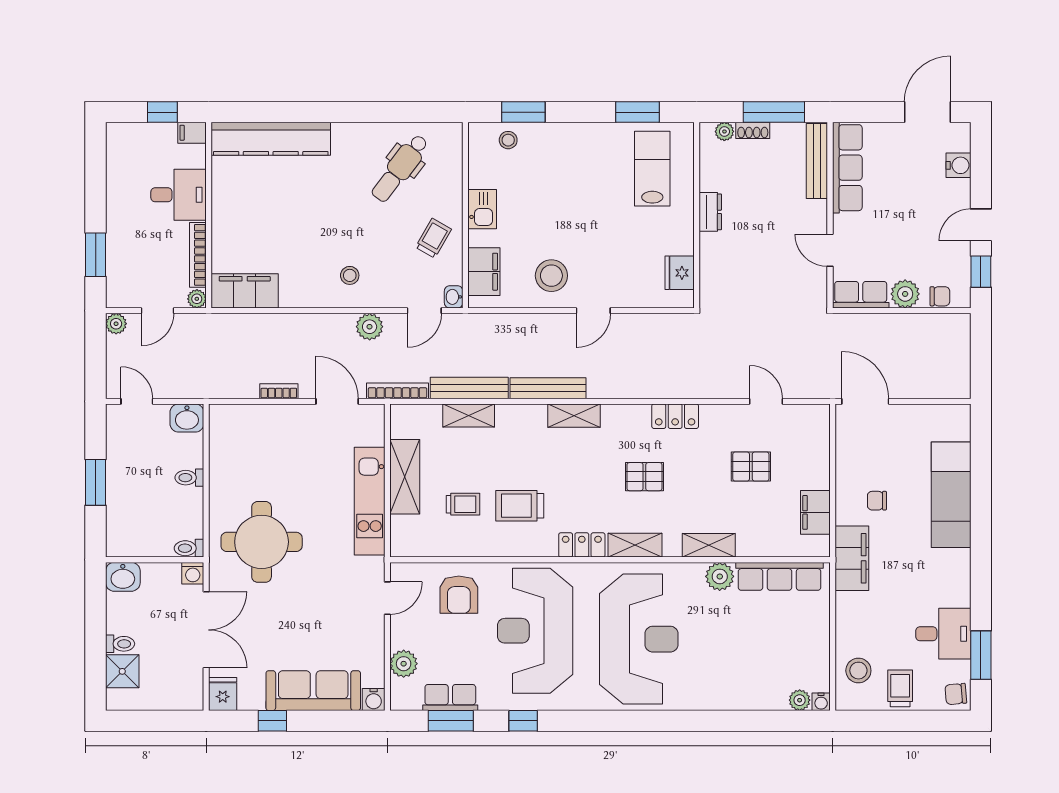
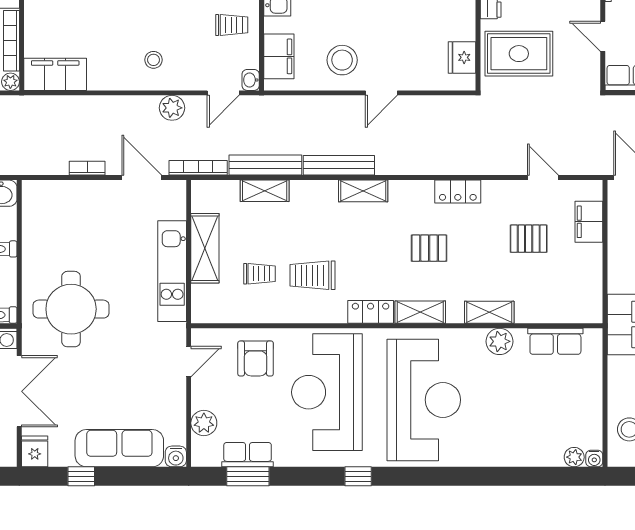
trolley: (433, 238) -> (232, 25), turned 60
rug: (740, 269) -> (519, 54), added
filing cabinet: (815, 512) -> (589, 222), moved
row of seats: (780, 576) -> (555, 341), width x0.68
window: (523, 721) -> (358, 476), moved

